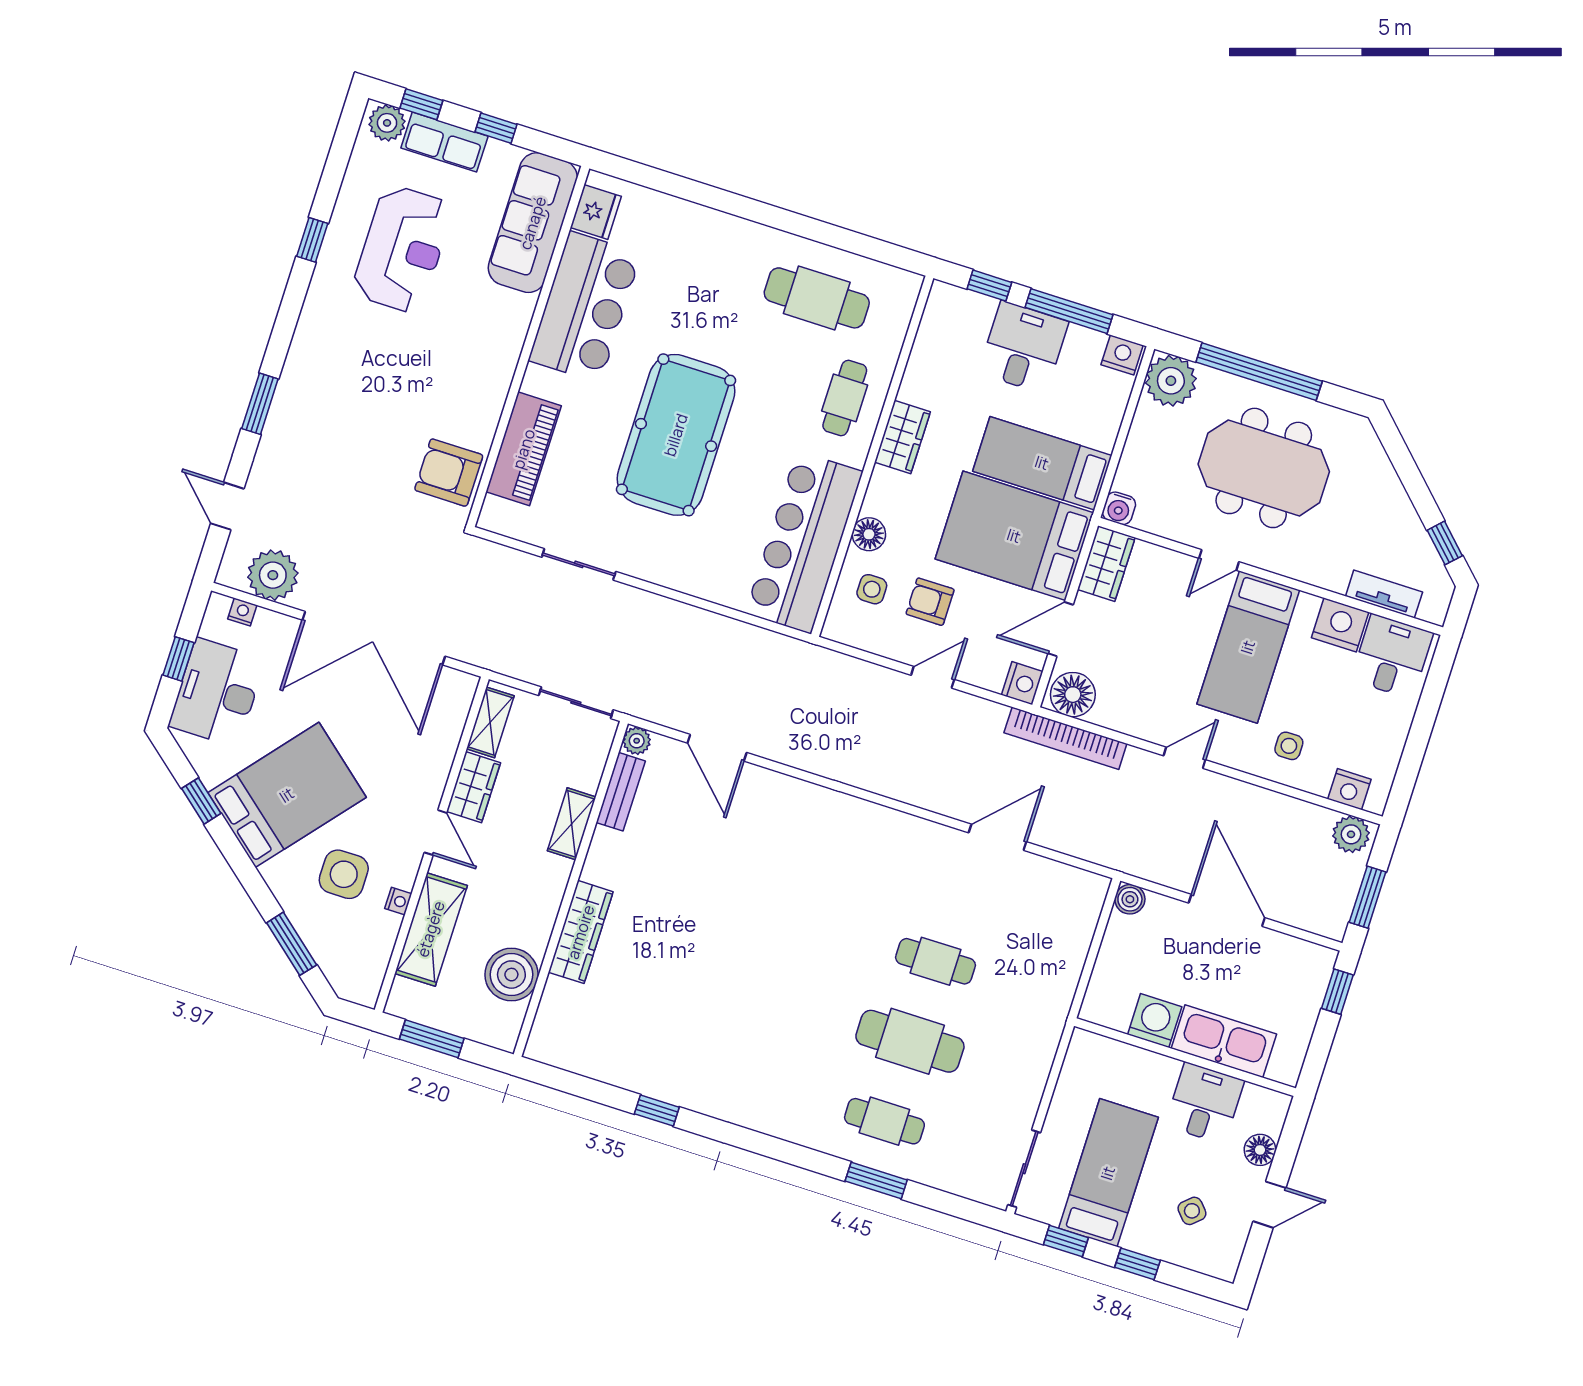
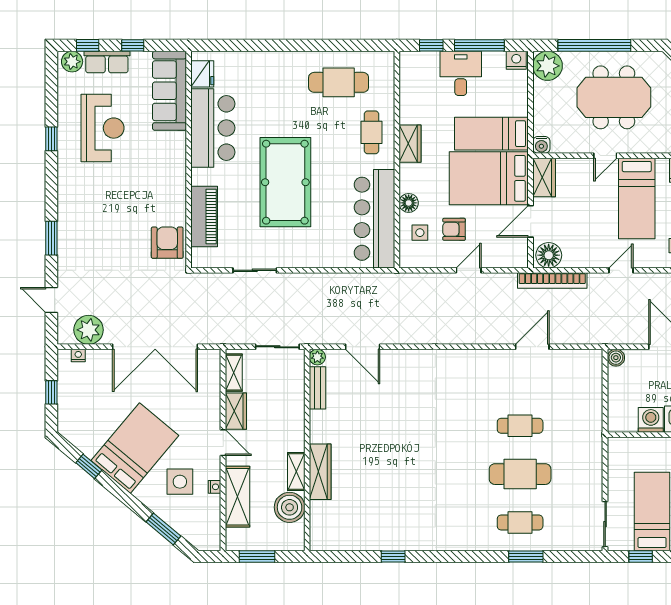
armchair: (449, 473) -> (167, 243), turned 90
nightstand: (1022, 683) -> (519, 258), removed
desk: (217, 692) -> (78, 404), removed
shelving: (572, 824) -> (296, 471), moved

